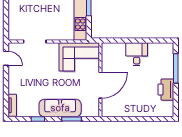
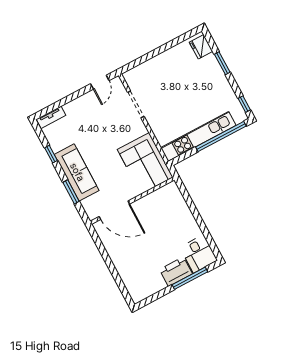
desk: (137, 54) -> (199, 254), moved, turned 90
door: (100, 85) -> (114, 210), moved
printer: (166, 90) -> (176, 272), moved

